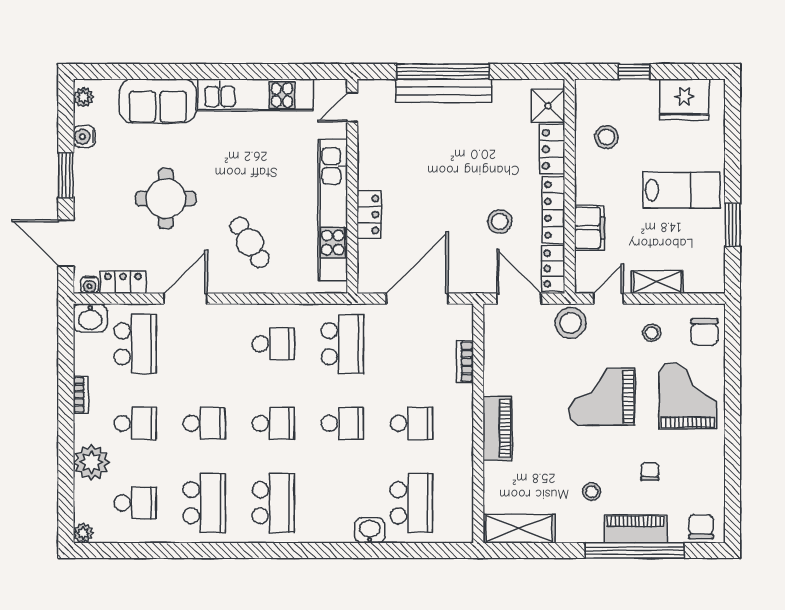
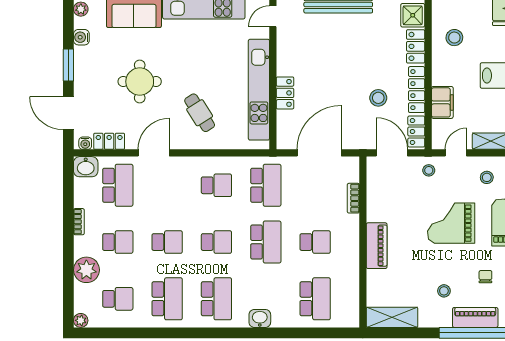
stool: (571, 323) -> (429, 170), width x0.53, depth x0.53
school desk: (342, 423) -> (266, 242), width x1.85
washbasin: (370, 530) -> (260, 318), moved

